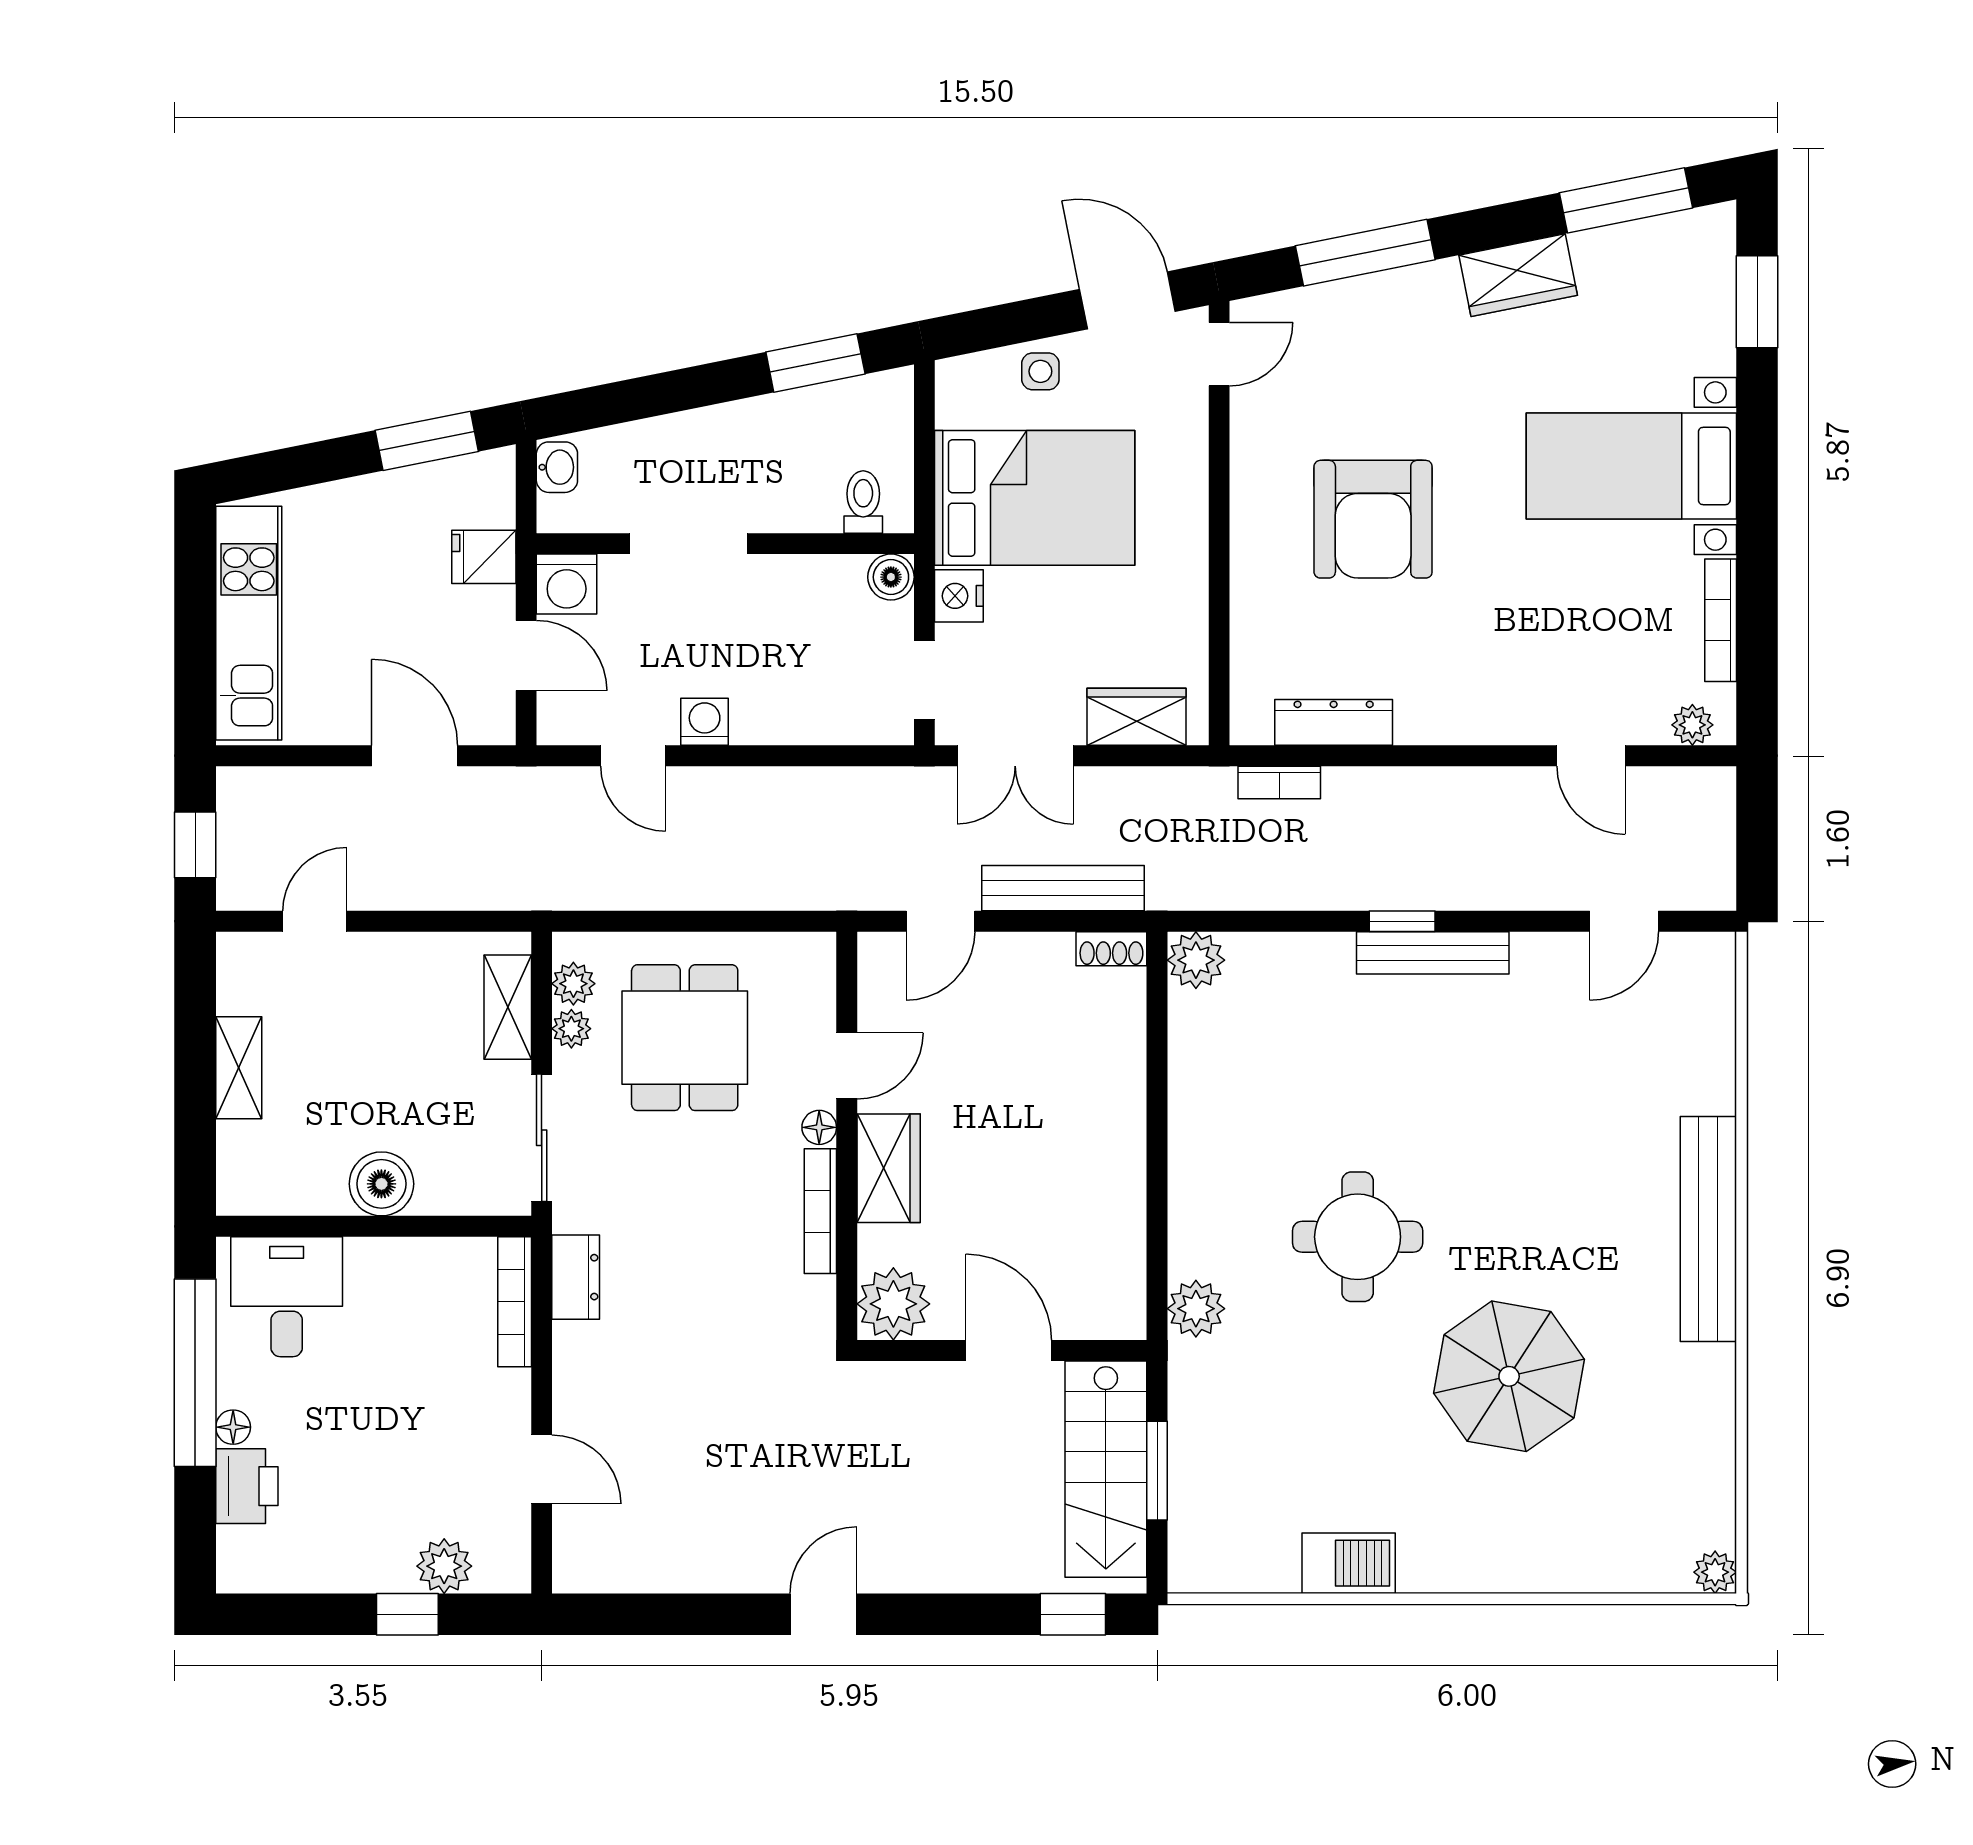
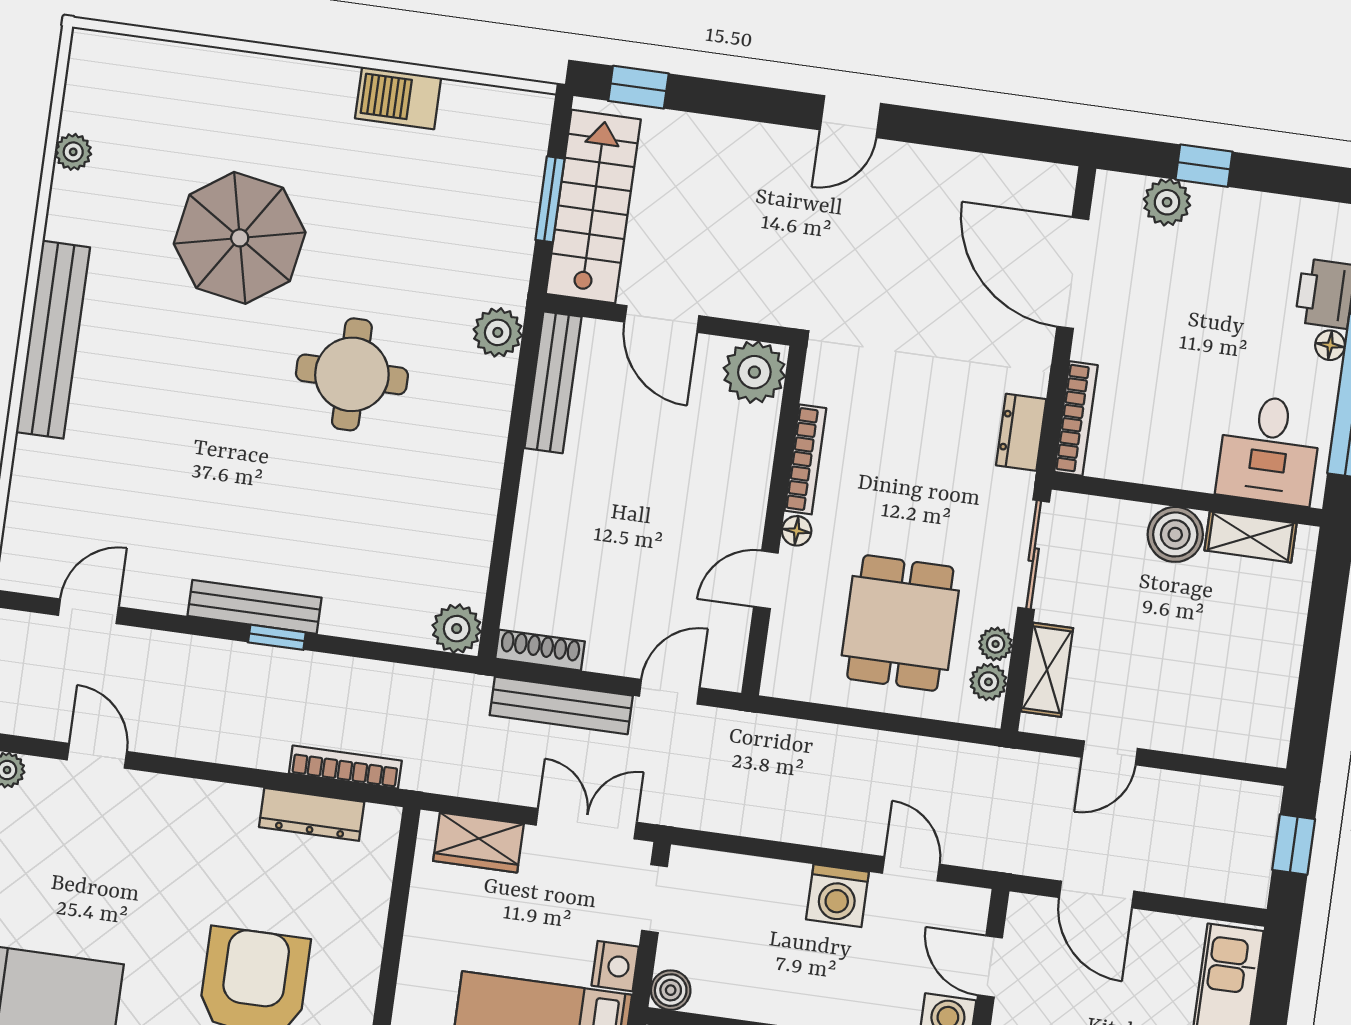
washing machine: (705, 722) -> (837, 896), width x1.38, depth x1.38
bookcase: (1279, 782) -> (345, 767), width x1.56
door: (315, 921) -> (1110, 753), moved
shoe rack: (1111, 949) -> (540, 650), width x1.43
shelving: (239, 1068) -> (1250, 537), moved, turned 90
wardrobe: (889, 1168) -> (742, 488), removed
bench: (1124, 1260) -> (553, 382), added
door: (542, 1469) -> (1073, 273), width x1.88
plant: (1715, 1572) -> (73, 152), moved

